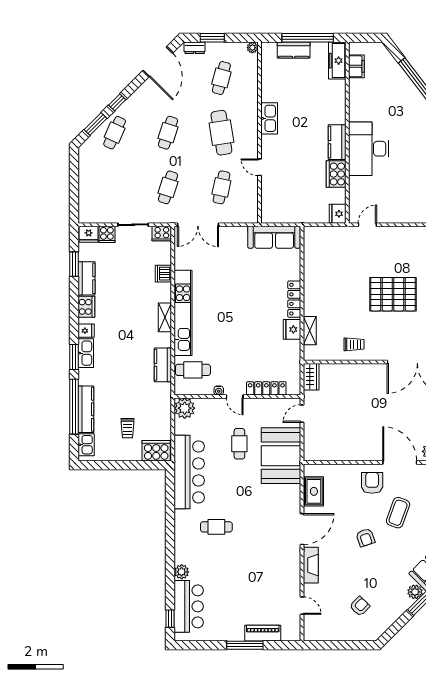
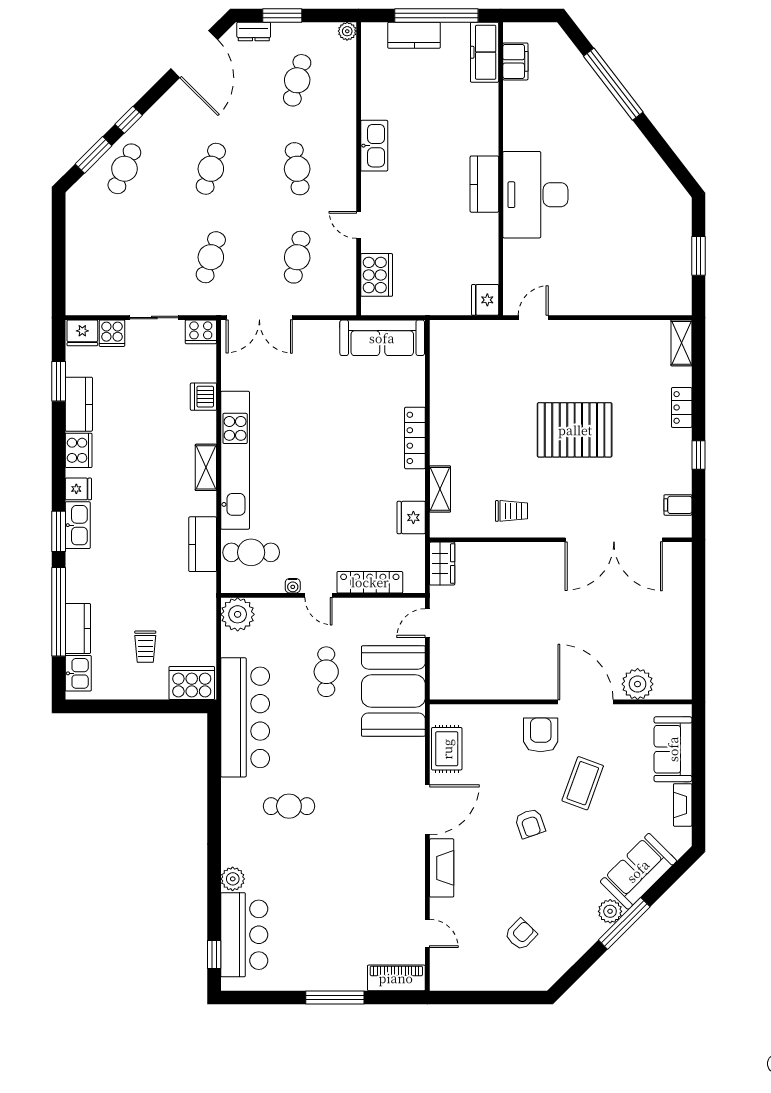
cafe table: (221, 133) -> (297, 169), width x0.73, depth x0.74
cooker: (336, 174) -> (377, 275), moved, turned 180
fridge: (292, 329) -> (411, 518), moved
kitchen counter: (86, 409) -> (78, 629), width x0.67
piano: (263, 633) -> (396, 978), moved

